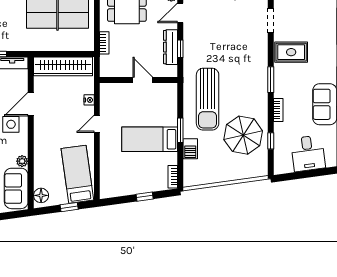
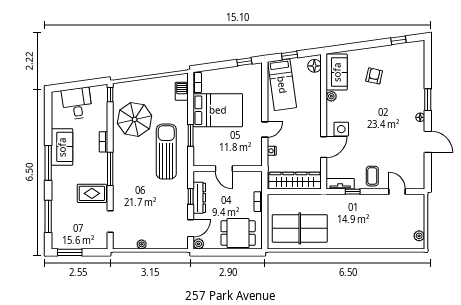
window: (271, 80) -> (110, 169), width x1.44
window: (180, 130) -> (191, 135), moved
bed: (150, 139) -> (218, 110), width x1.50
window: (271, 141) -> (110, 95), moved
barbecue: (190, 149) -> (182, 91), moved
window: (145, 197) -> (244, 62), moved

